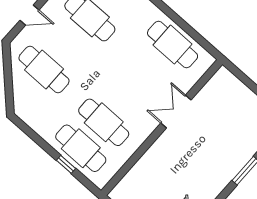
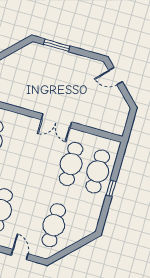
double door: (176, 111) -> (56, 121), moved
window: (66, 164) -> (111, 188), moved

